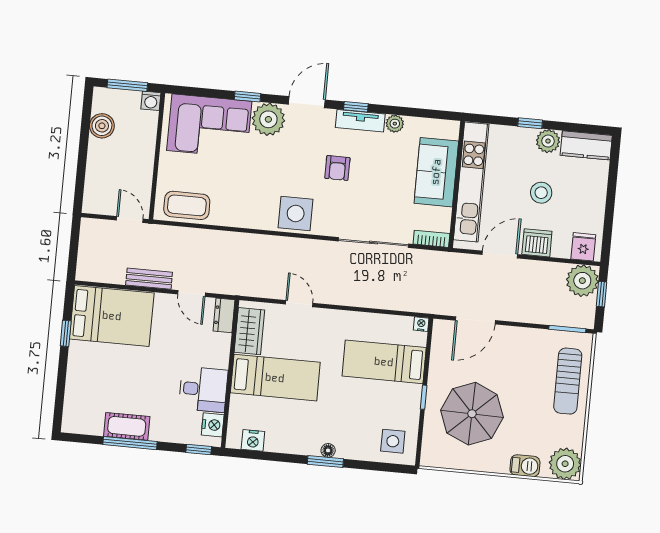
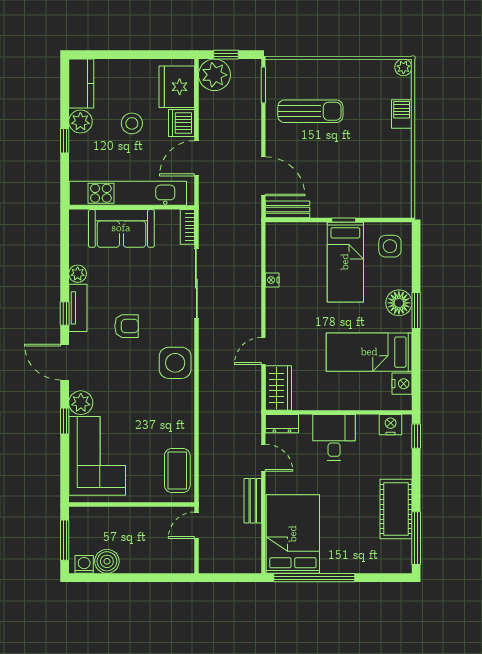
washing machine: (151, 101) -> (84, 564), moved, turned -90
plant: (268, 119) -> (81, 403), width x0.73, depth x0.73
fridge: (583, 247) -> (177, 87), width x1.88, depth x1.34
door: (500, 254) -> (196, 158), hinge flipped
door: (191, 293) -> (263, 458), hinge flipped
nightstand: (421, 324) -> (272, 280), moved
wardrobe: (249, 331) -> (278, 388), moved, turned 90
window: (66, 333) -> (314, 578), width x3.17
bench: (440, 342) -> (288, 209), added
bed: (384, 362) -> (345, 262), moved
bed: (275, 378) -> (369, 352), moved, turned -90
sun lounger: (568, 381) -> (310, 111), moved
desk: (203, 389) -> (334, 437), moved
parasol: (472, 414) -> (356, 171), removed
cot: (127, 426) -> (396, 509), width x1.37, depth x1.34
window: (130, 443) -> (416, 538), moved
floor lamp: (328, 450) -> (399, 303), width x1.89, depth x1.89
plant: (565, 464) -> (403, 67), width x0.53, depth x0.53

